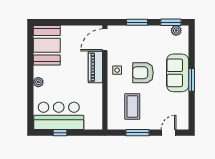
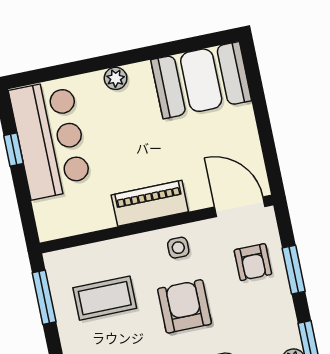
armchair: (130, 39) -> (253, 262), added
piano: (95, 67) -> (150, 203), moved
window: (138, 133) -> (44, 297), moved

